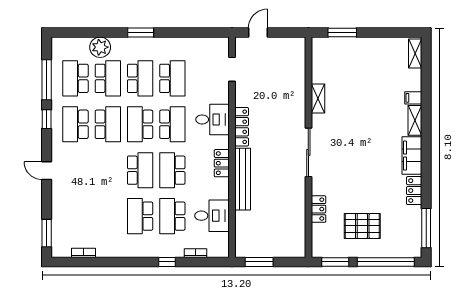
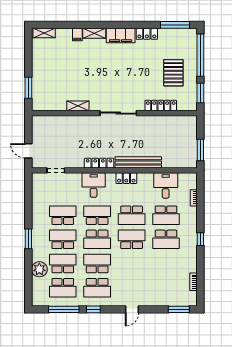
locker: (319, 209) -> (161, 106), width x1.53
window: (167, 262) -> (200, 239), moved

